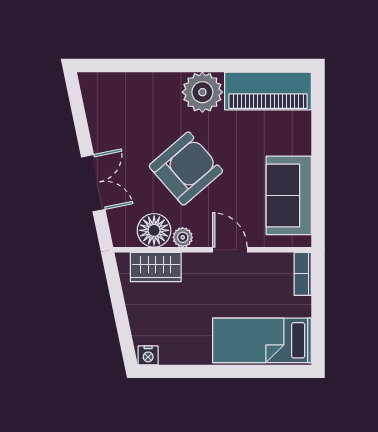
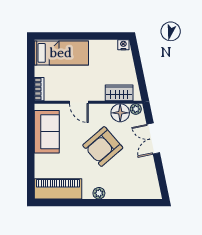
plant: (202, 92) -> (99, 193), width x0.53, depth x0.53
plant: (183, 237) -> (136, 109), moved

